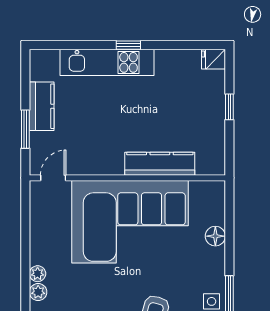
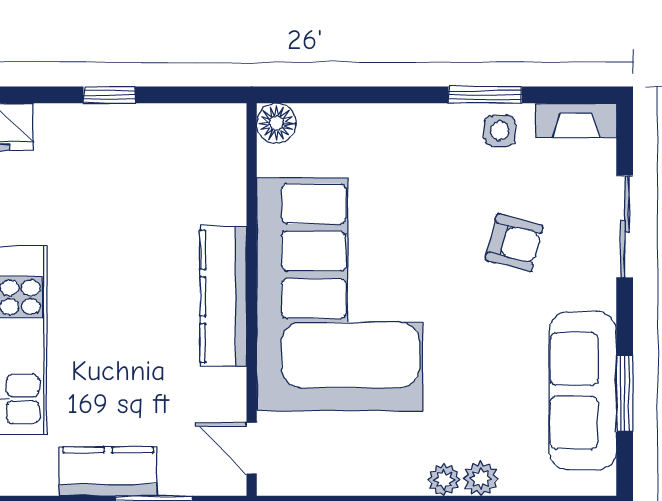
kitchen counter: (160, 164) -> (223, 296), moved
floor lamp: (215, 236) -> (277, 123), moved

